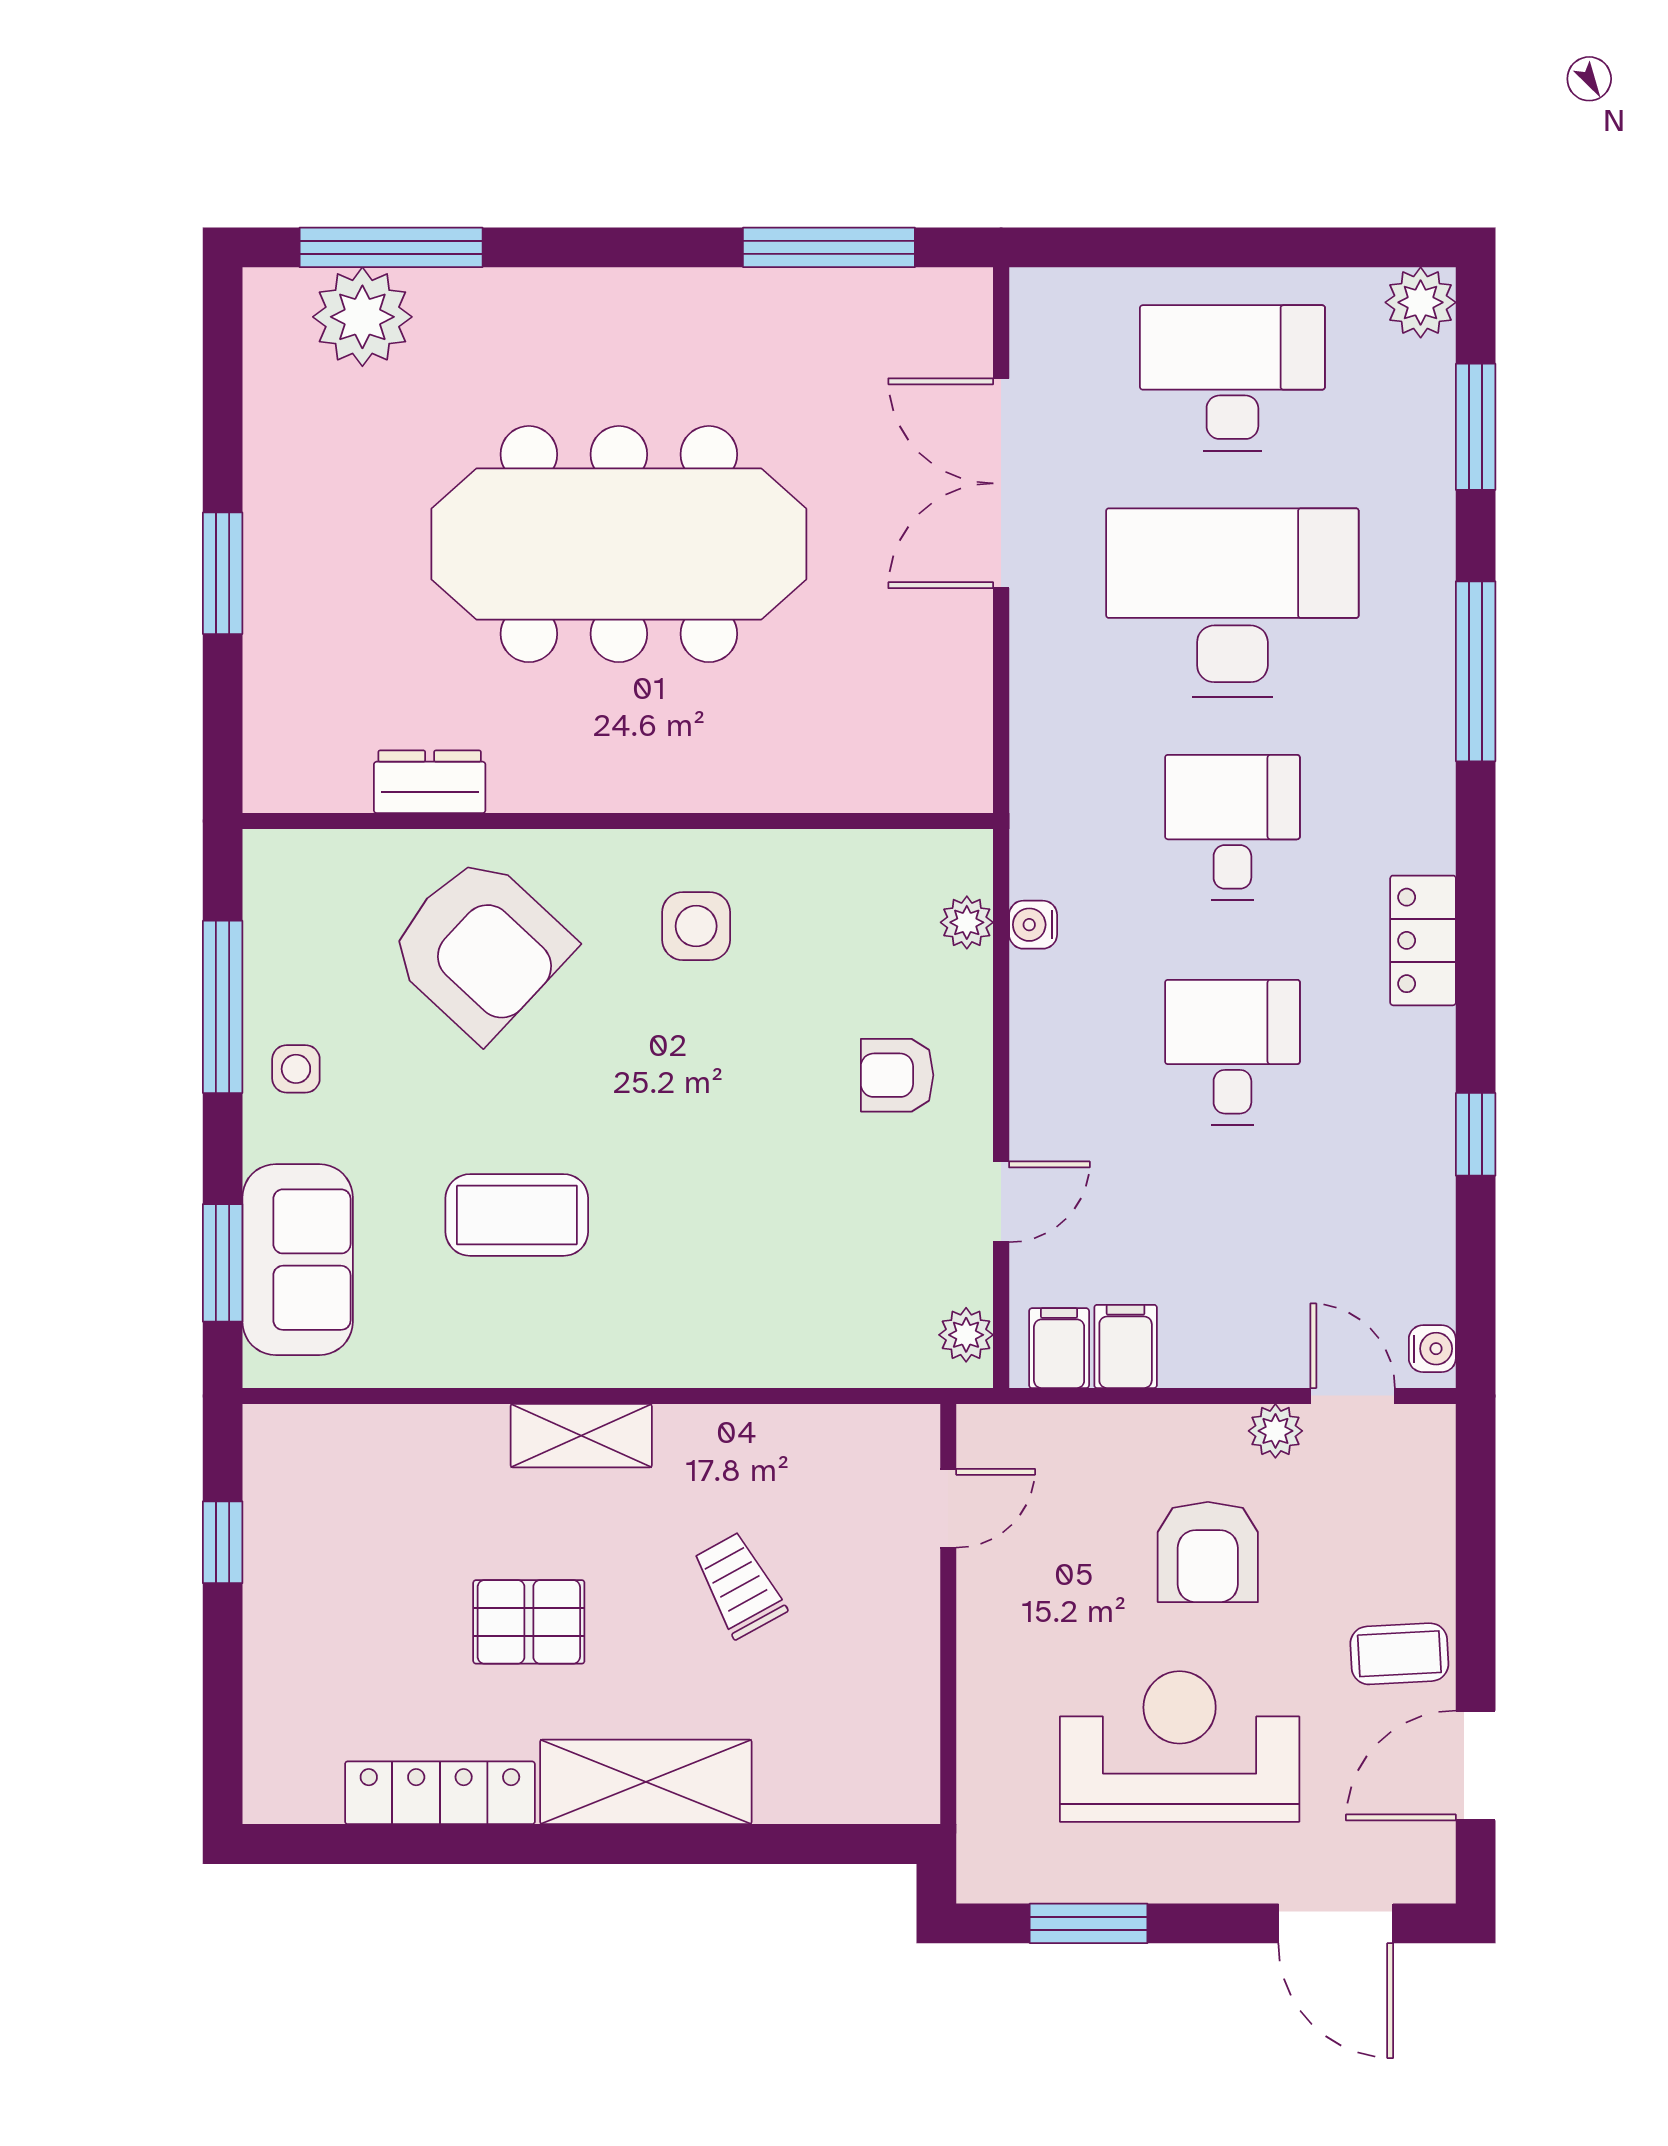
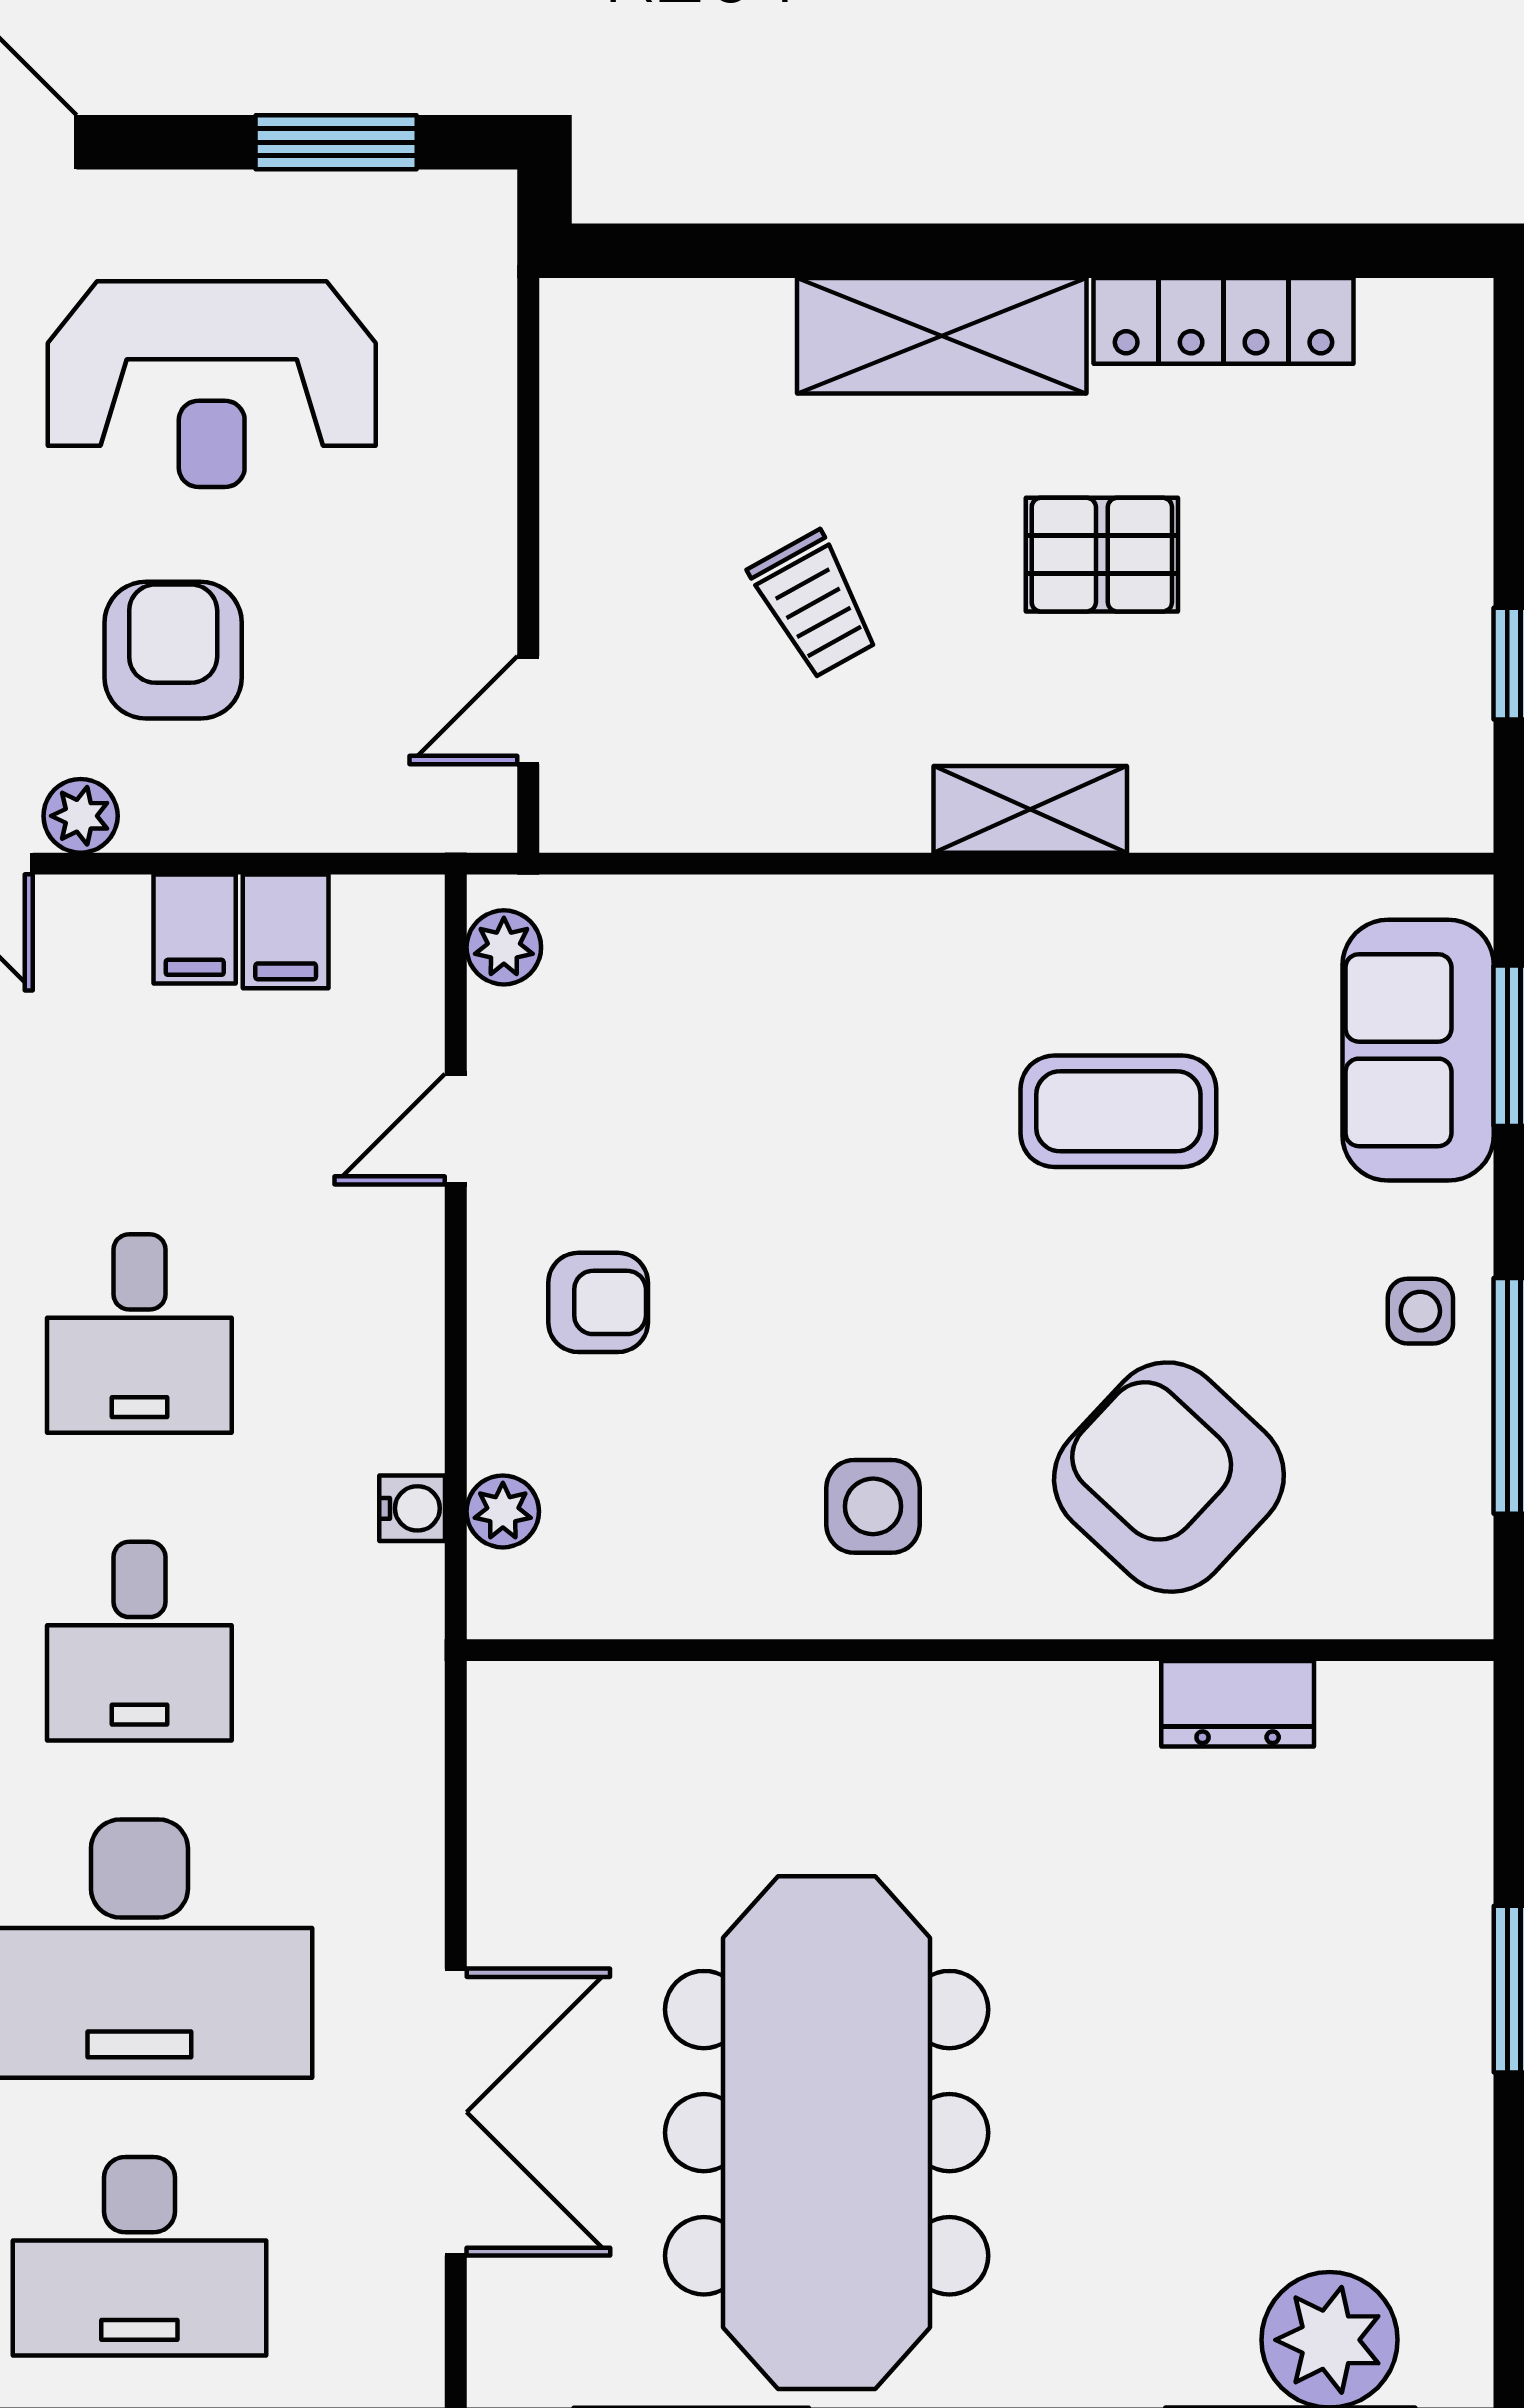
meeting table: (619, 544) -> (827, 2133), moved, turned 90
filing cabinet: (1059, 1348) -> (195, 929), moved

